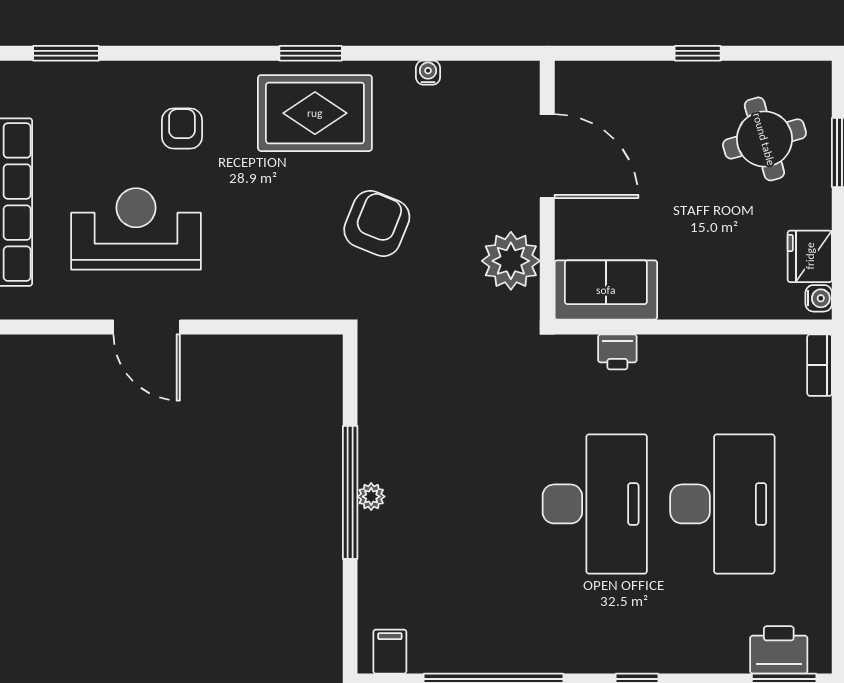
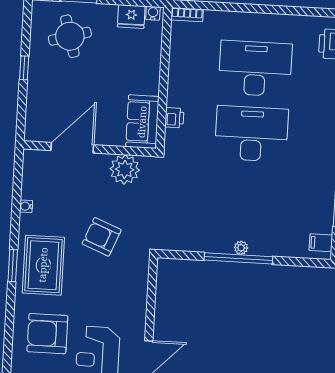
armchair: (182, 128) -> (47, 334), width x1.88, depth x1.88

